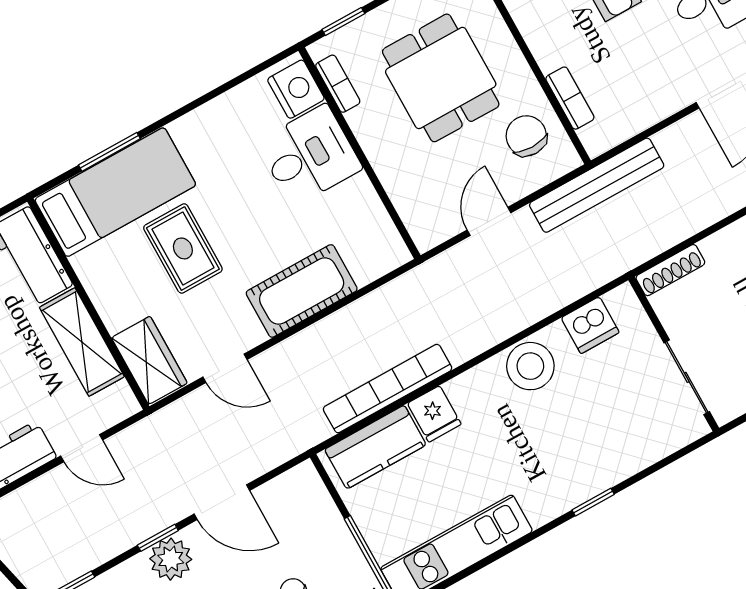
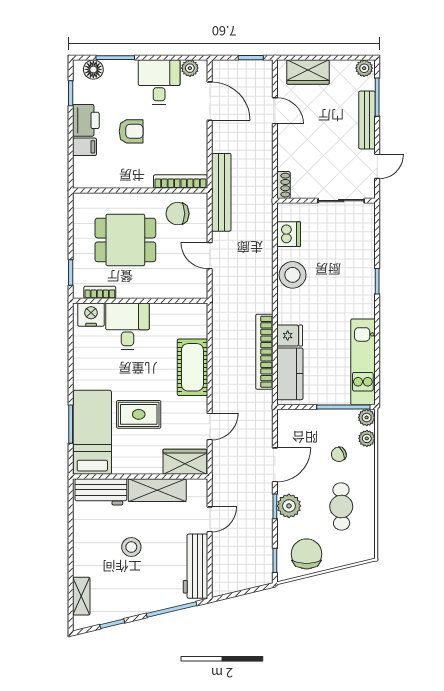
bookcase: (570, 98) -> (181, 182), width x1.56
shoe rack: (670, 270) -> (284, 185), width x0.70

